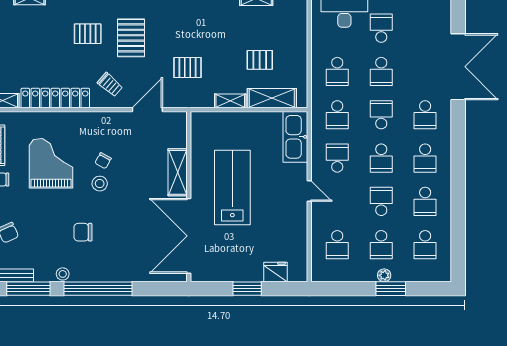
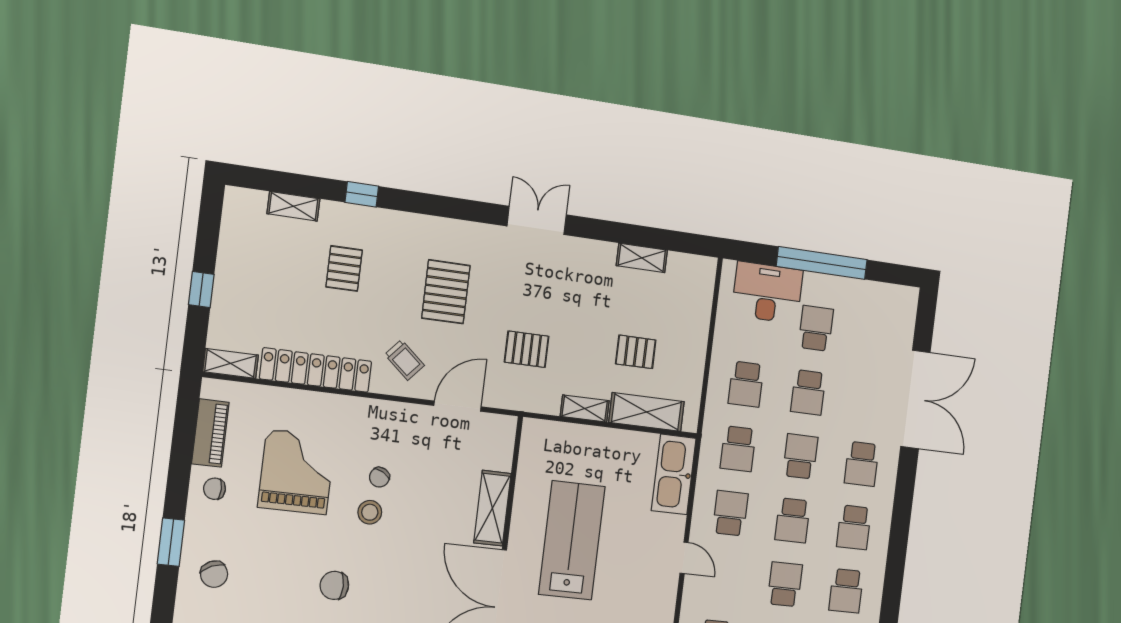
pallet: (88, 34) -> (344, 268), moved, turned 90

